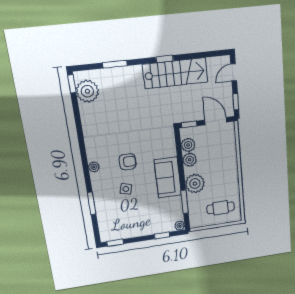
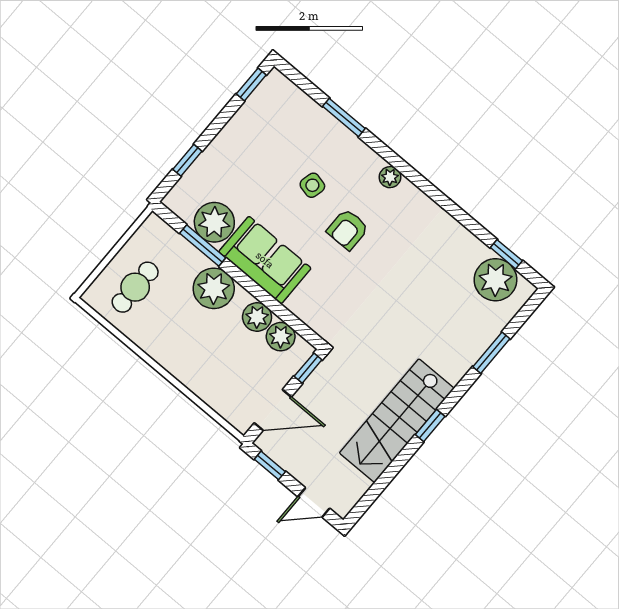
door: (234, 72) -> (314, 503), swing flipped
window: (72, 84) -> (506, 254), moved
plant: (180, 226) -> (214, 222), moved, width x1.88, depth x1.88

